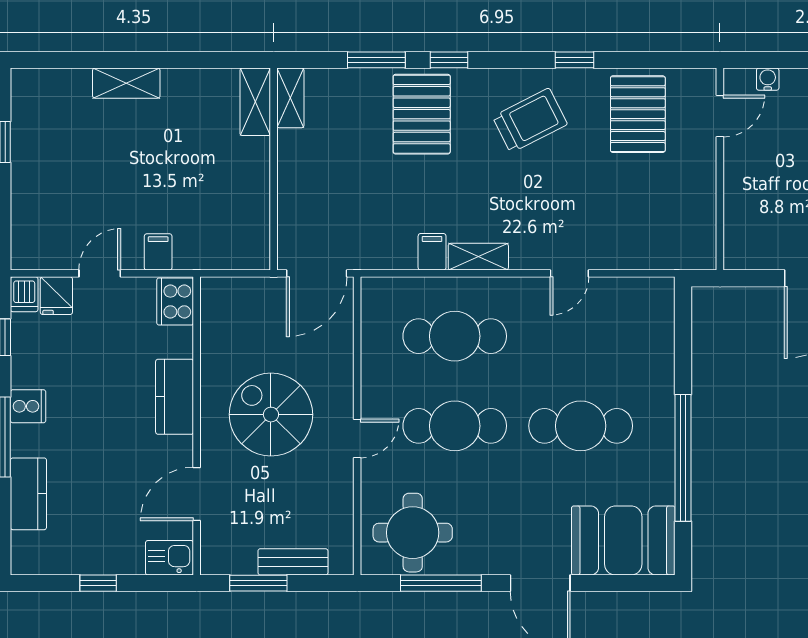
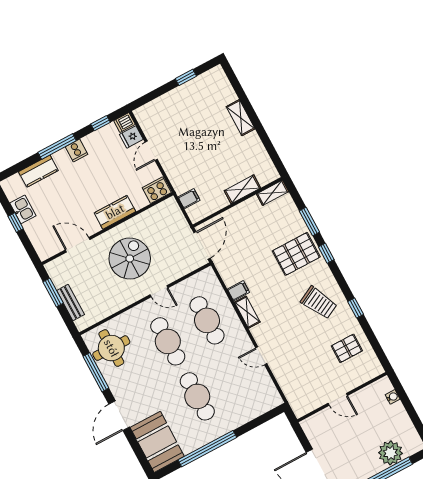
shelving: (255, 102) -> (242, 189), moved
pallet: (638, 114) -> (347, 348), width x0.67, depth x0.71
door: (720, 116) -> (338, 399), moved
filing cabinet: (158, 252) -> (189, 199), moved
door: (100, 273) -> (151, 151), swing flipped
door: (317, 273) -> (202, 245), swing flipped
door: (357, 439) -> (159, 291), moved
kitchen sink: (169, 558) -> (23, 209), moved

